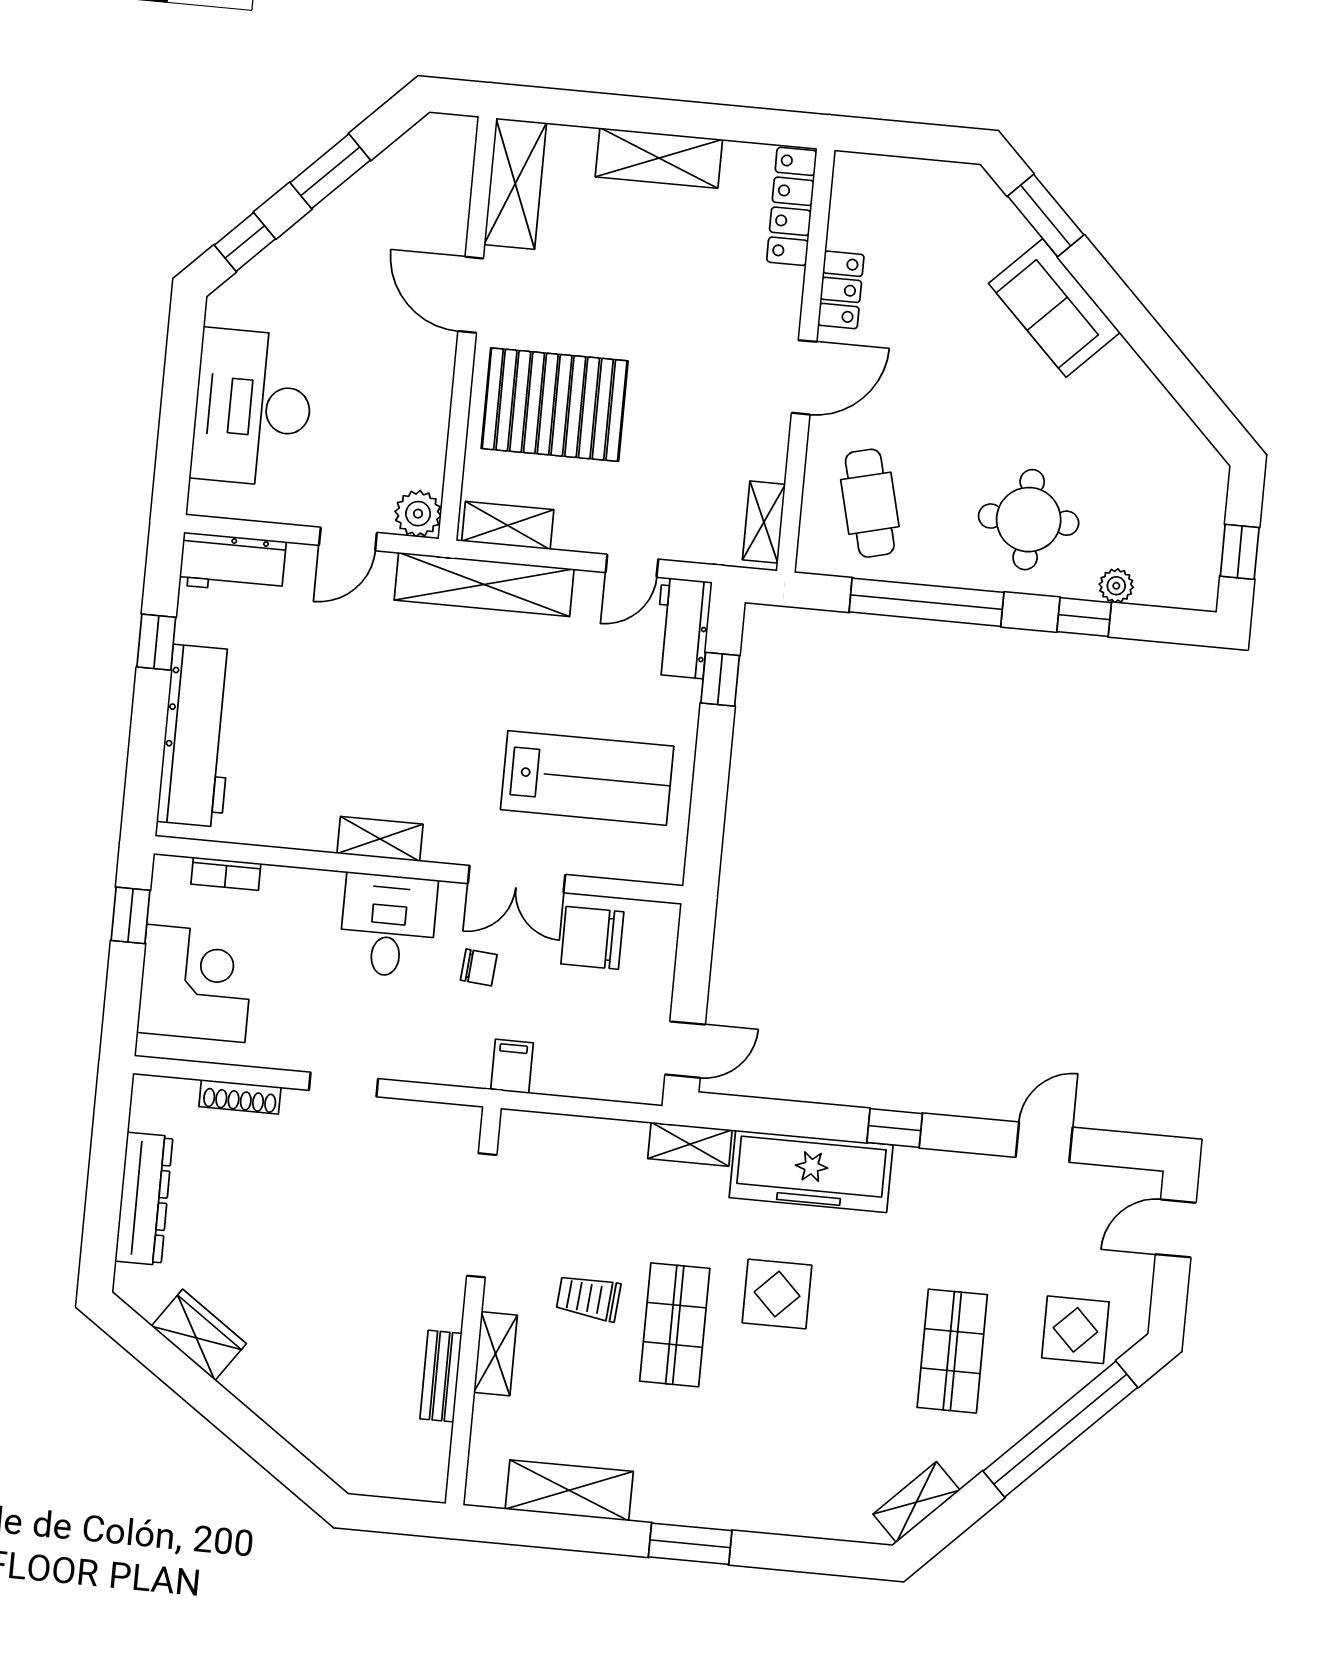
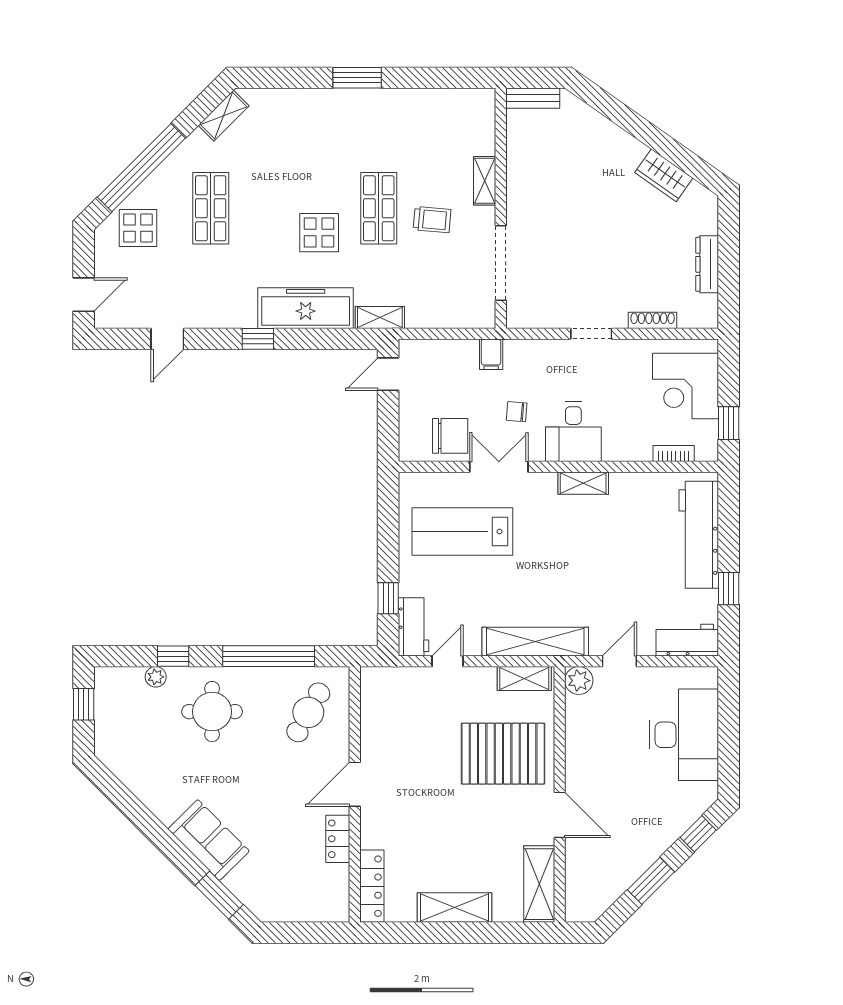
cafe table: (870, 503) -> (308, 712), turned 43
shelving: (764, 522) -> (371, 695), removed
dresser: (144, 1199) -> (707, 264), width x0.73, depth x0.80
bench: (441, 1376) -> (533, 98), moved, turned 90
shelving: (569, 1490) -> (433, 103), removed

